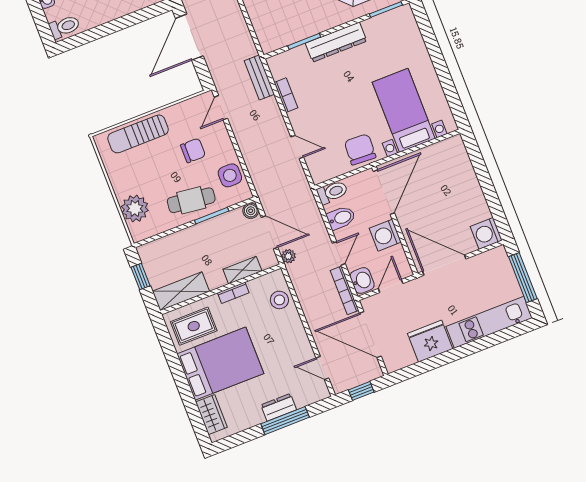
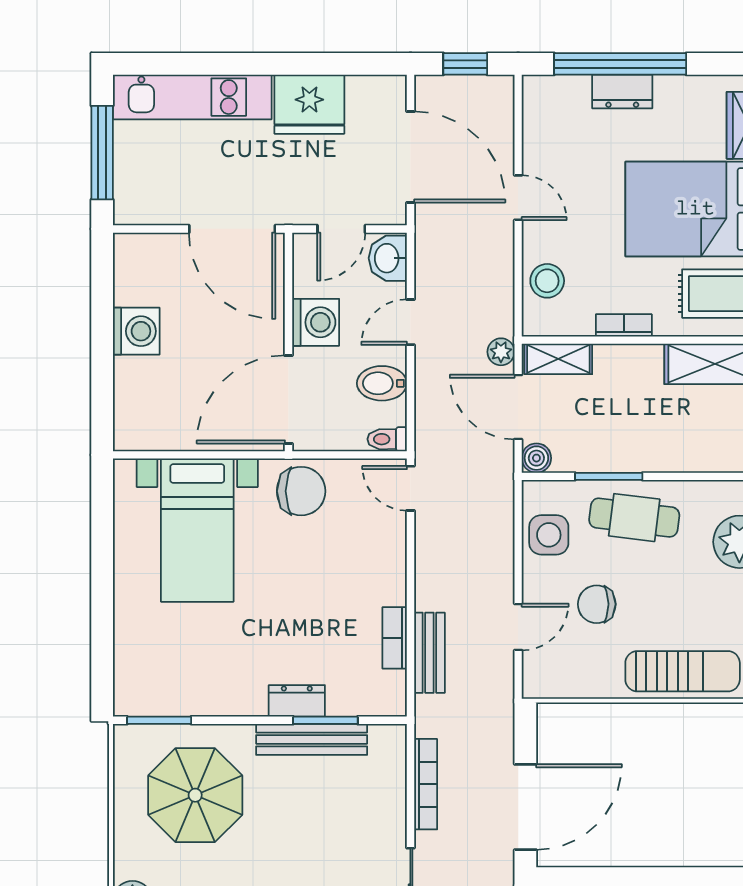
bench: (307, 29) -> (312, 739), added
dresser: (336, 42) -> (297, 701), width x0.51, depth x0.80
bench: (259, 77) -> (429, 653), moved
door: (221, 108) -> (518, 627), moved
door: (297, 147) -> (410, 488), moved
chair: (360, 149) -> (301, 491), turned -93
toilet: (332, 192) -> (387, 439), width x0.73, depth x0.72
washing machine: (486, 233) -> (136, 331), moved
shelving: (242, 270) -> (558, 359), moved
bookcase: (344, 290) -> (426, 784), moved
door: (322, 368) -> (518, 198), moved
window: (285, 421) -> (620, 64), width x1.46

